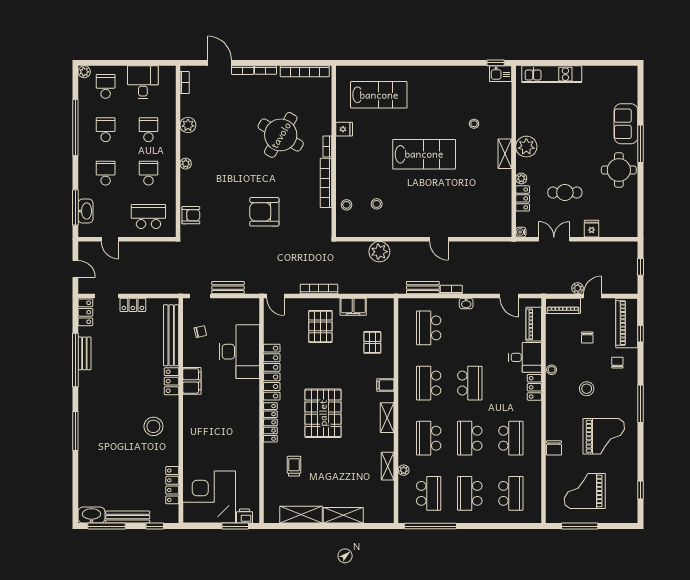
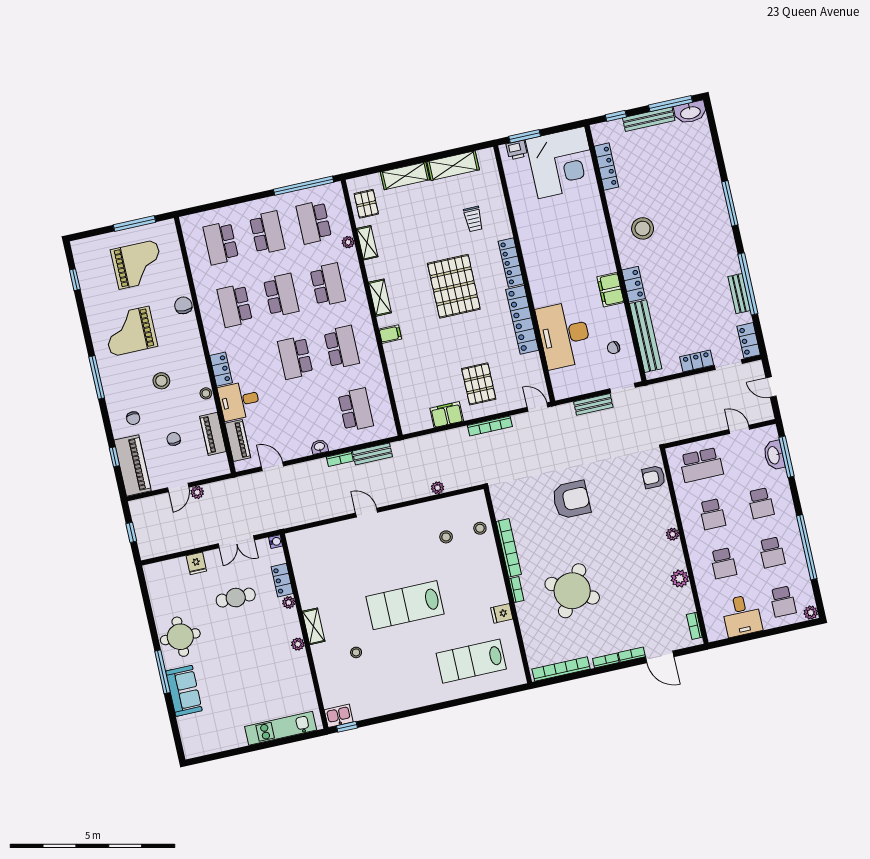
plant: (526, 147) -> (298, 644), width x0.53, depth x0.53
plant: (379, 252) -> (438, 488), width x0.53, depth x0.53
piano: (563, 306) -> (213, 434), moved, turned -90
pallet: (372, 342) -> (366, 204), moved

